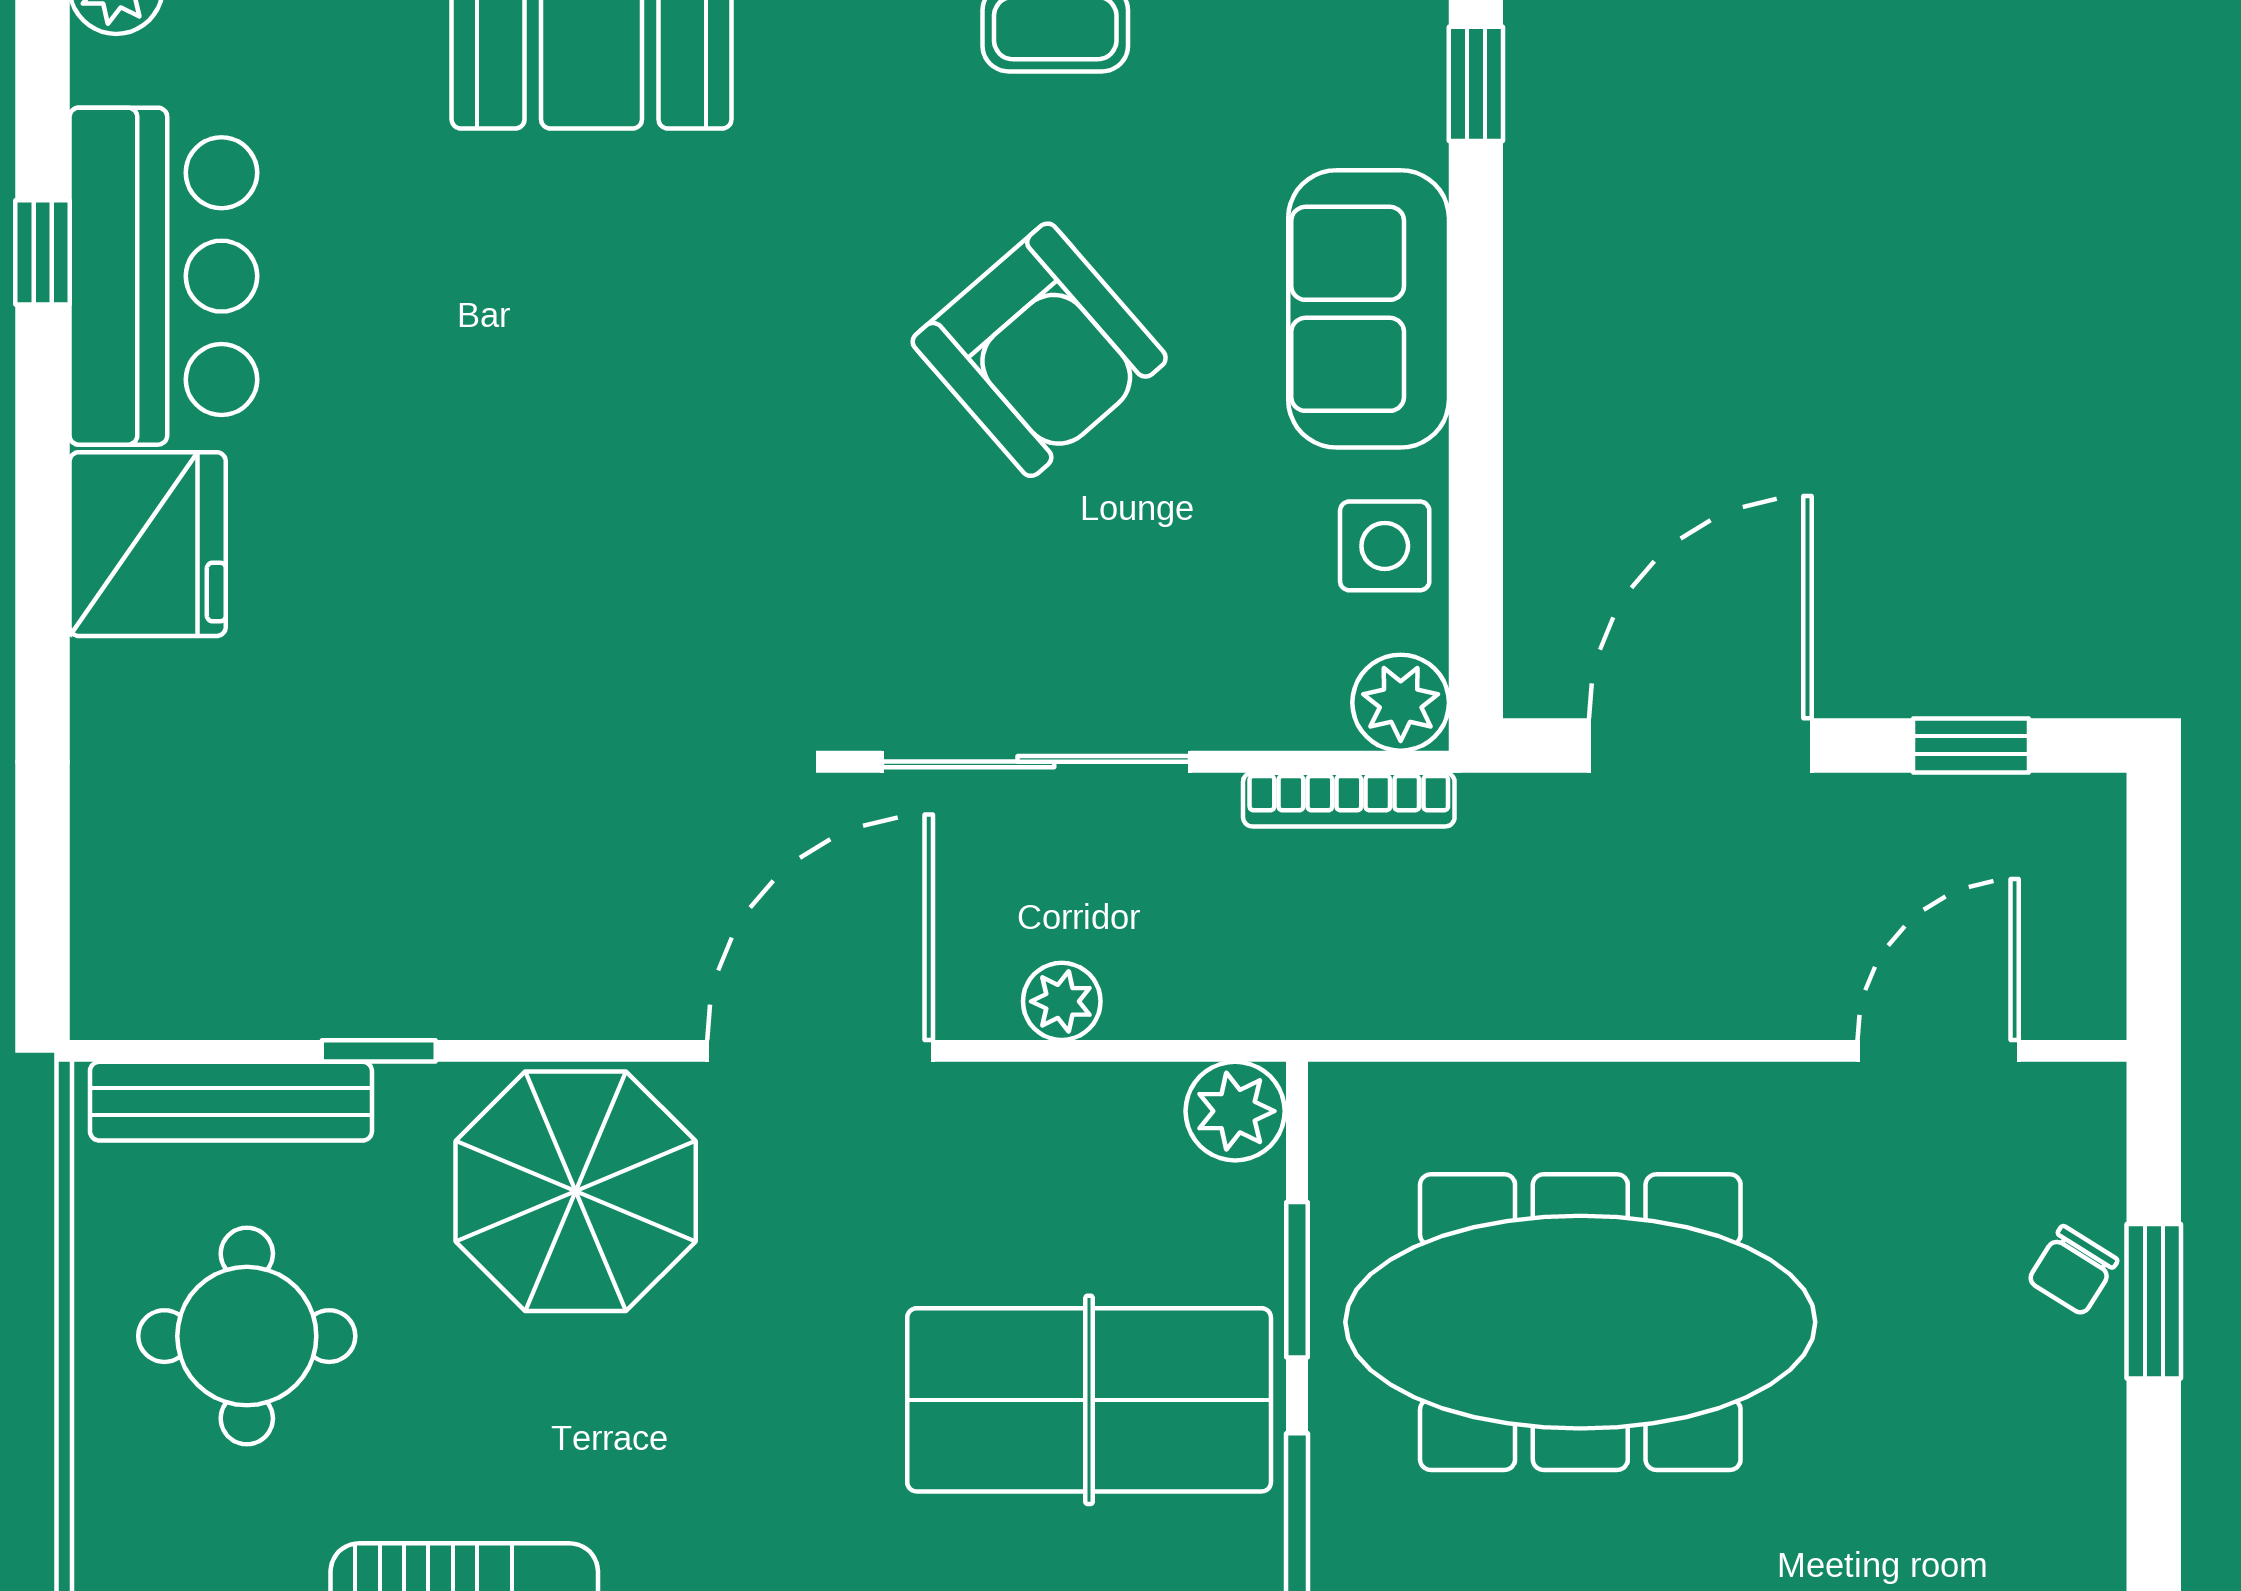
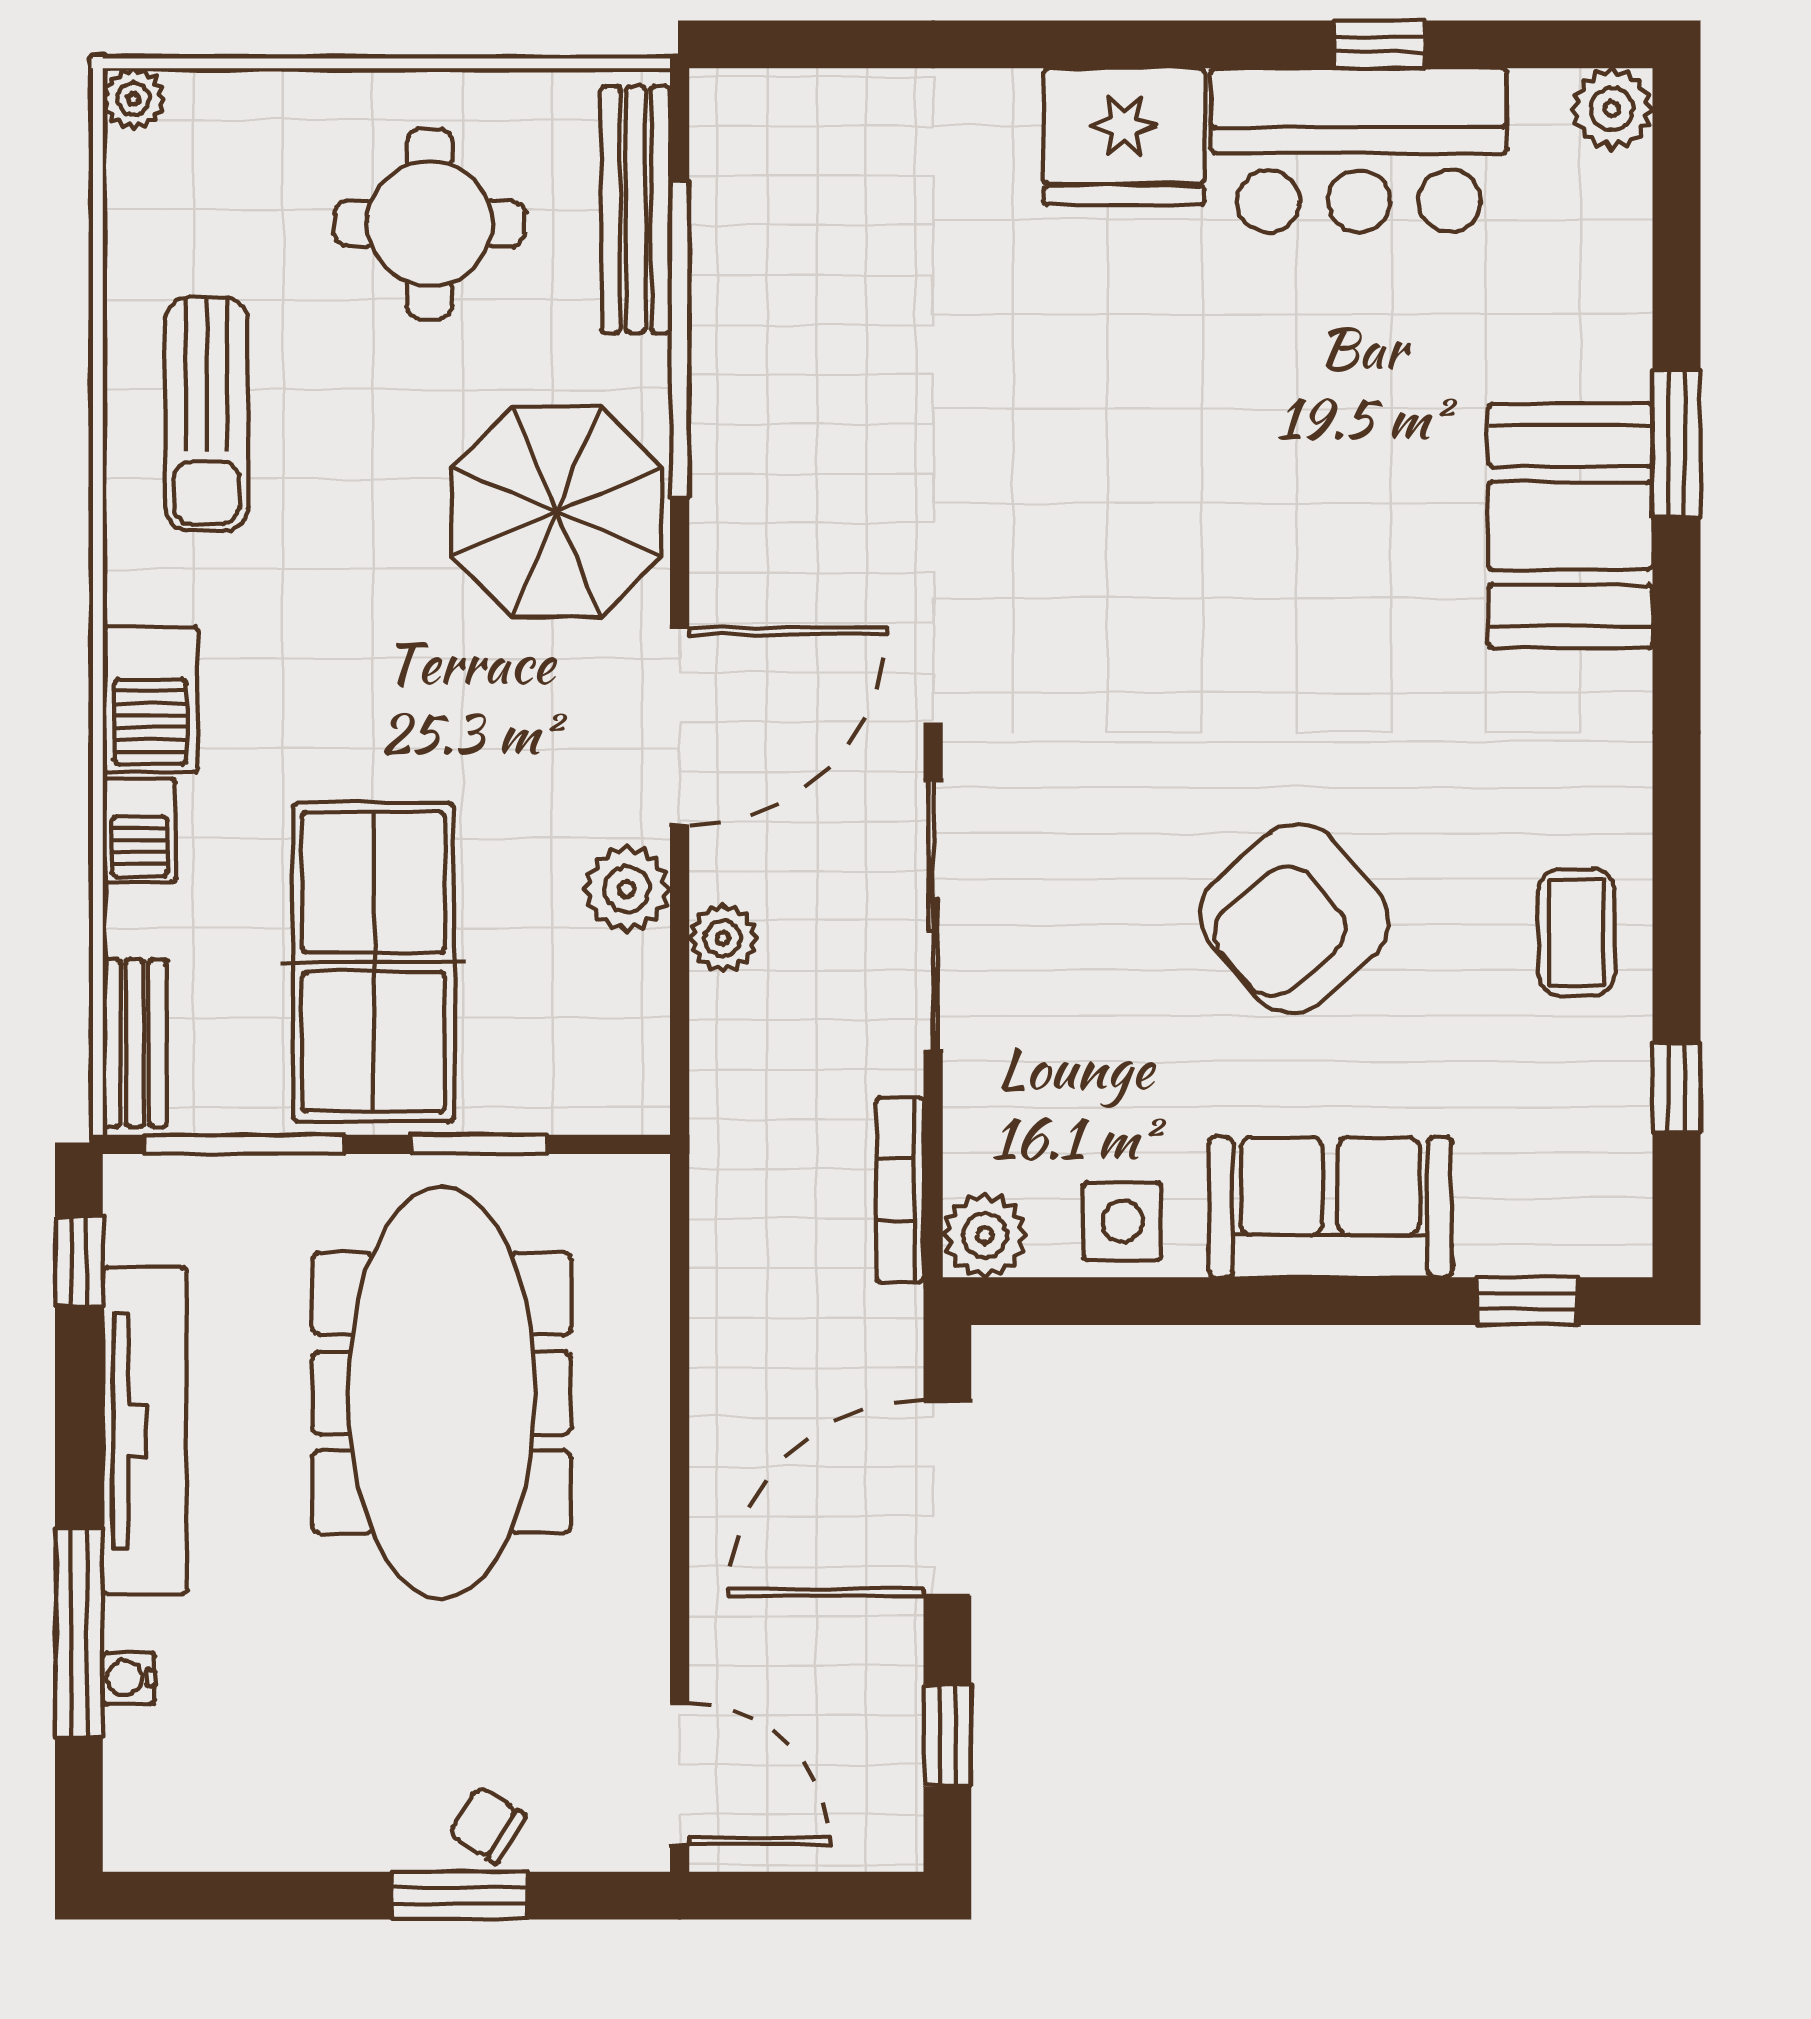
door: (1700, 745) -> (947, 1498), swing flipped
window: (379, 1051) -> (680, 339), width x3.17
door: (820, 1051) -> (680, 726), hinge flipped
door: (1938, 1051) -> (680, 1774), moved
plant: (1235, 1111) -> (627, 889), moved

